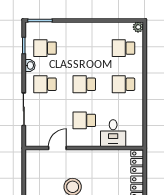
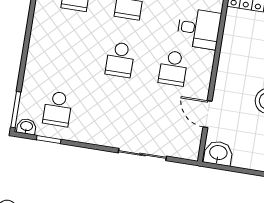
washbasin: (30, 65) -> (26, 127), moved
school desk: (45, 84) -> (111, 117), removed
washbasin: (33, 159) -> (218, 153), added

